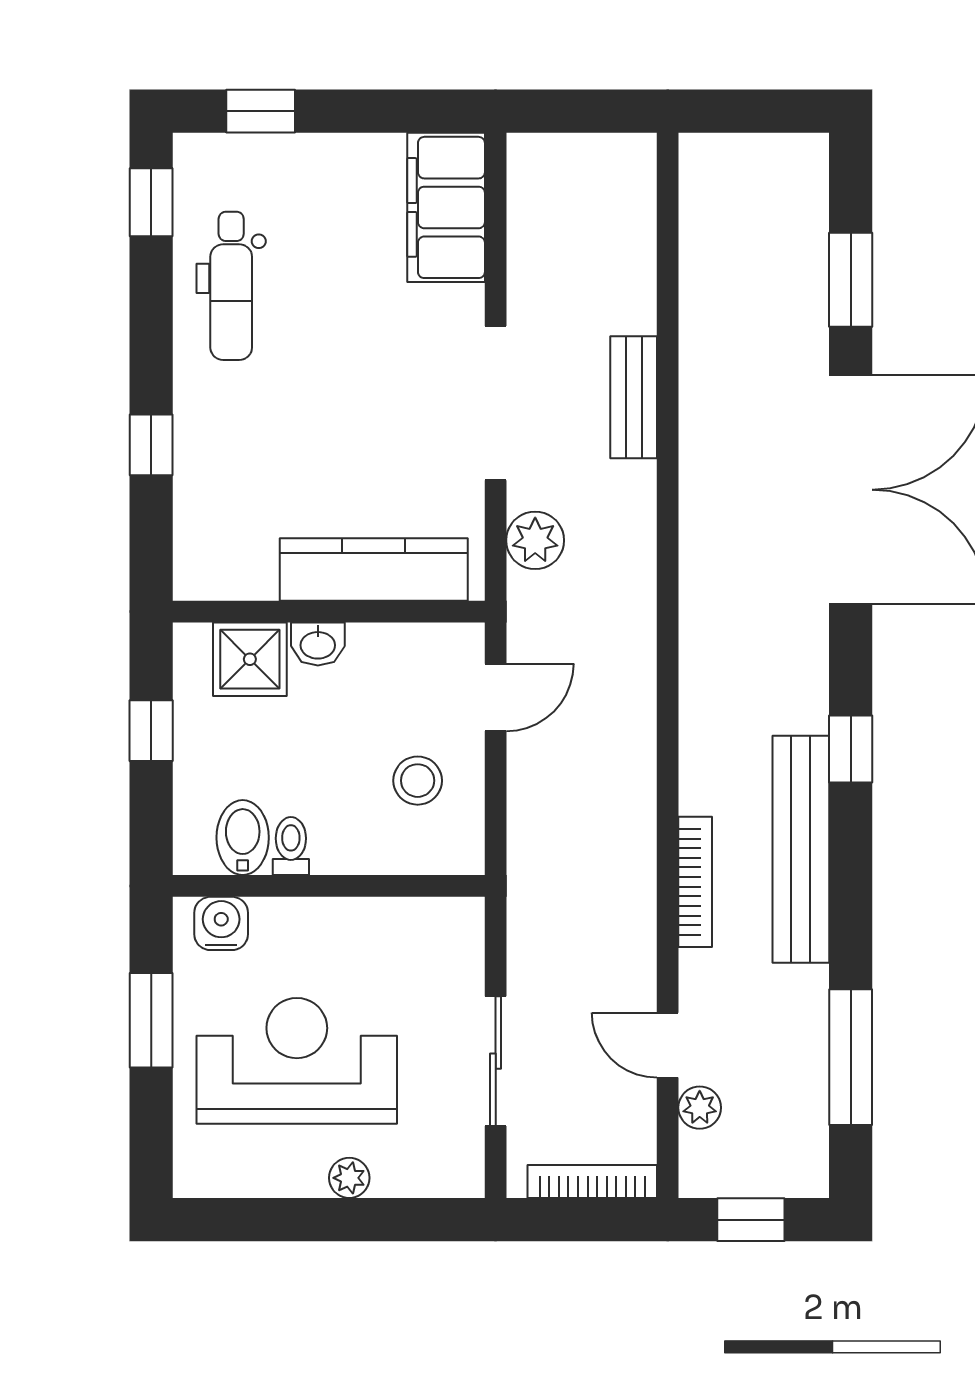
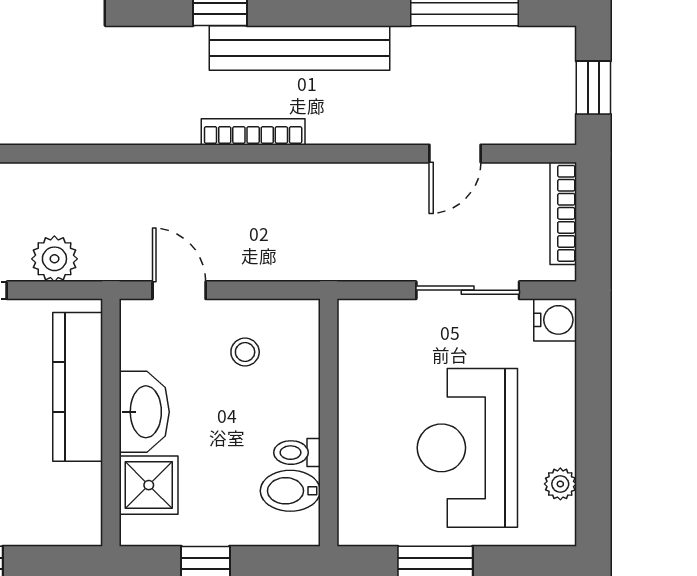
washbasin: (318, 644) -> (144, 412), width x1.91, depth x1.45
stool: (418, 781) -> (245, 352), width x0.73, depth x0.73
bookcase: (695, 882) -> (253, 132), moved
water cooler: (221, 923) -> (555, 320), moved, turned 180
plant: (700, 1108) -> (505, 128), removed
plant: (349, 1178) -> (560, 484), moved

